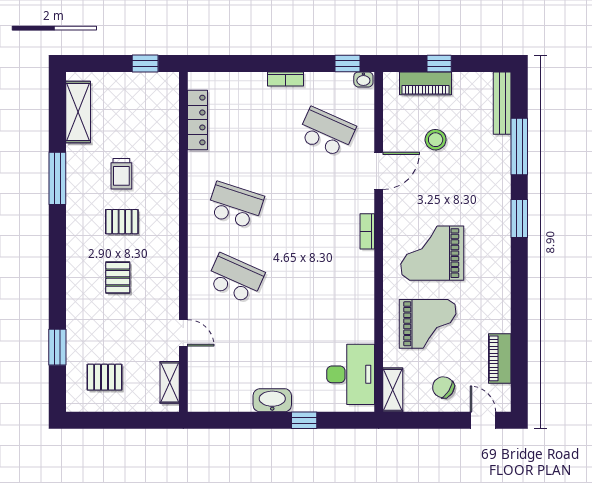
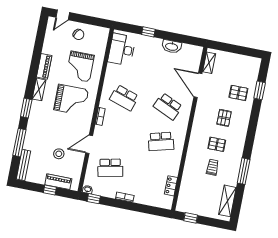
locker: (197, 120) -> (171, 186), width x0.66
school desk: (327, 132) -> (110, 168), turned -36
school desk: (235, 205) -> (161, 141), turned -33
school desk: (327, 278) -> (124, 98), added
grand piano: (428, 324) -> (80, 66), turned -90
door: (183, 333) -> (198, 85), width x1.87
piano: (500, 358) -> (44, 66), moved
pallet: (105, 377) -> (238, 93), moved
shelving: (393, 390) -> (39, 89), moved
washbasin: (272, 400) -> (172, 46), moved
door: (483, 420) -> (63, 15), hinge flipped

